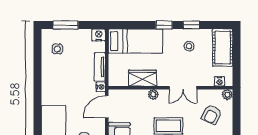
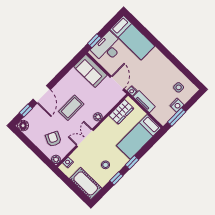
window: (66, 25) -> (177, 117), moved
nightstand: (99, 35) -> (177, 105), moved
wardrobe: (142, 78) -> (121, 112), moved

